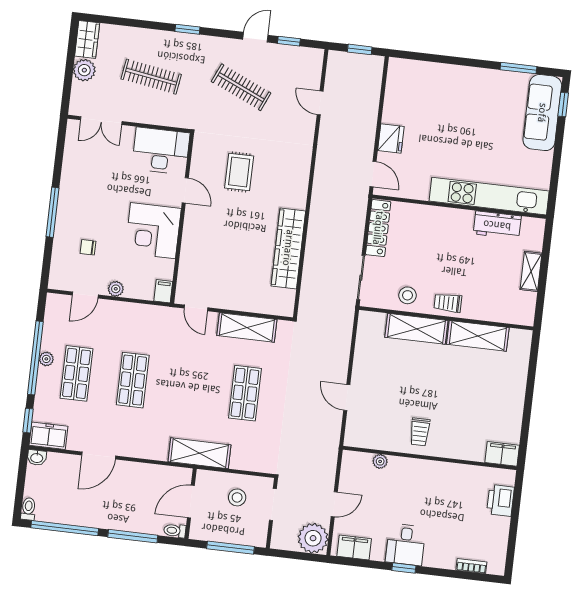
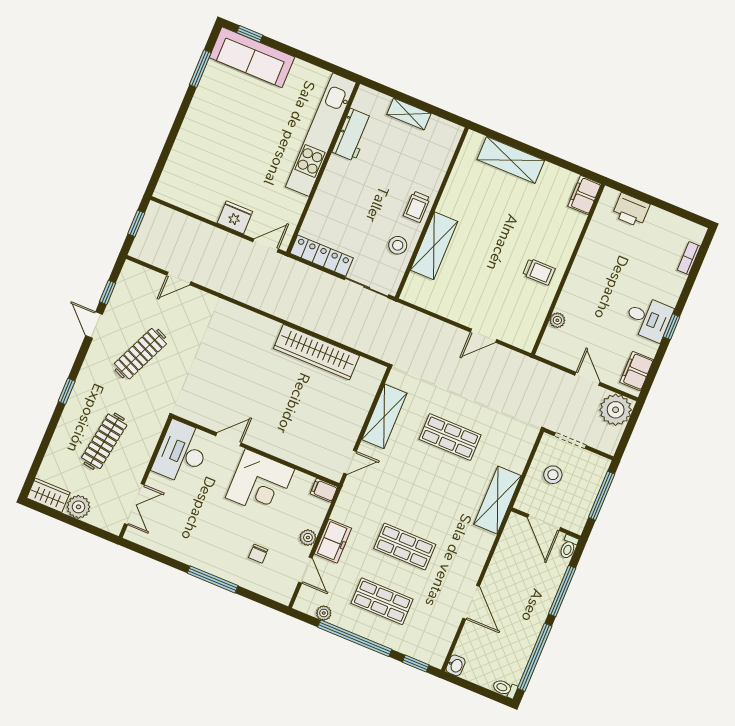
rug: (239, 172) -> (225, 380), removed
shelving: (478, 336) -> (511, 160), moved, turned 90
plant: (46, 359) -> (324, 613), moved
freezer: (49, 436) -> (333, 541), moved, turned 180

